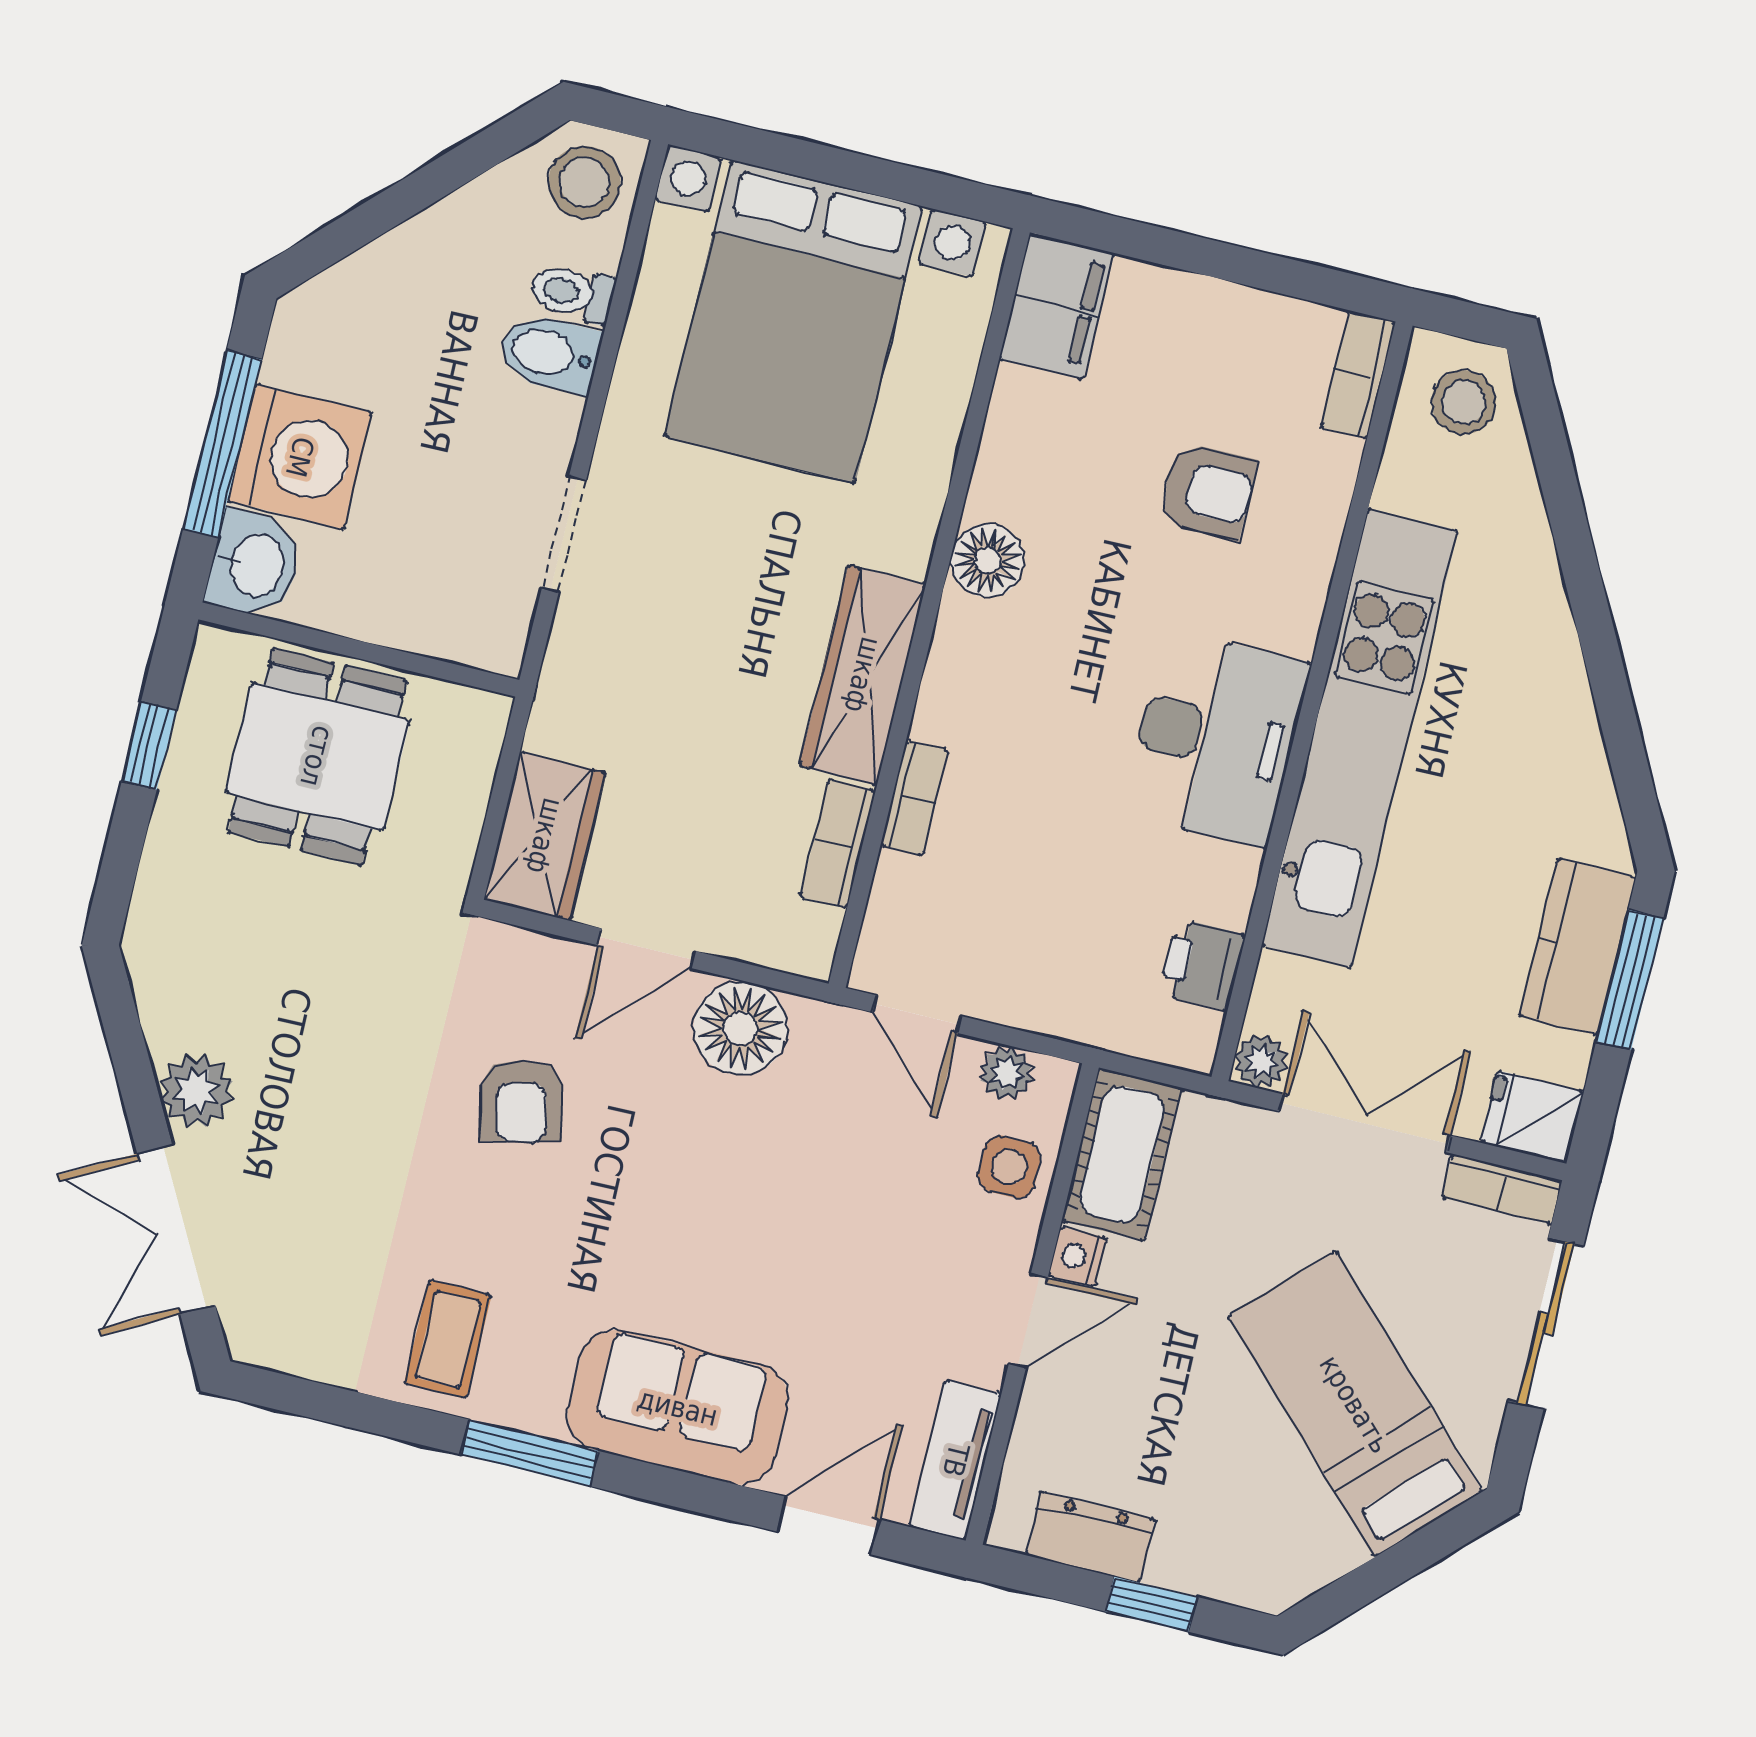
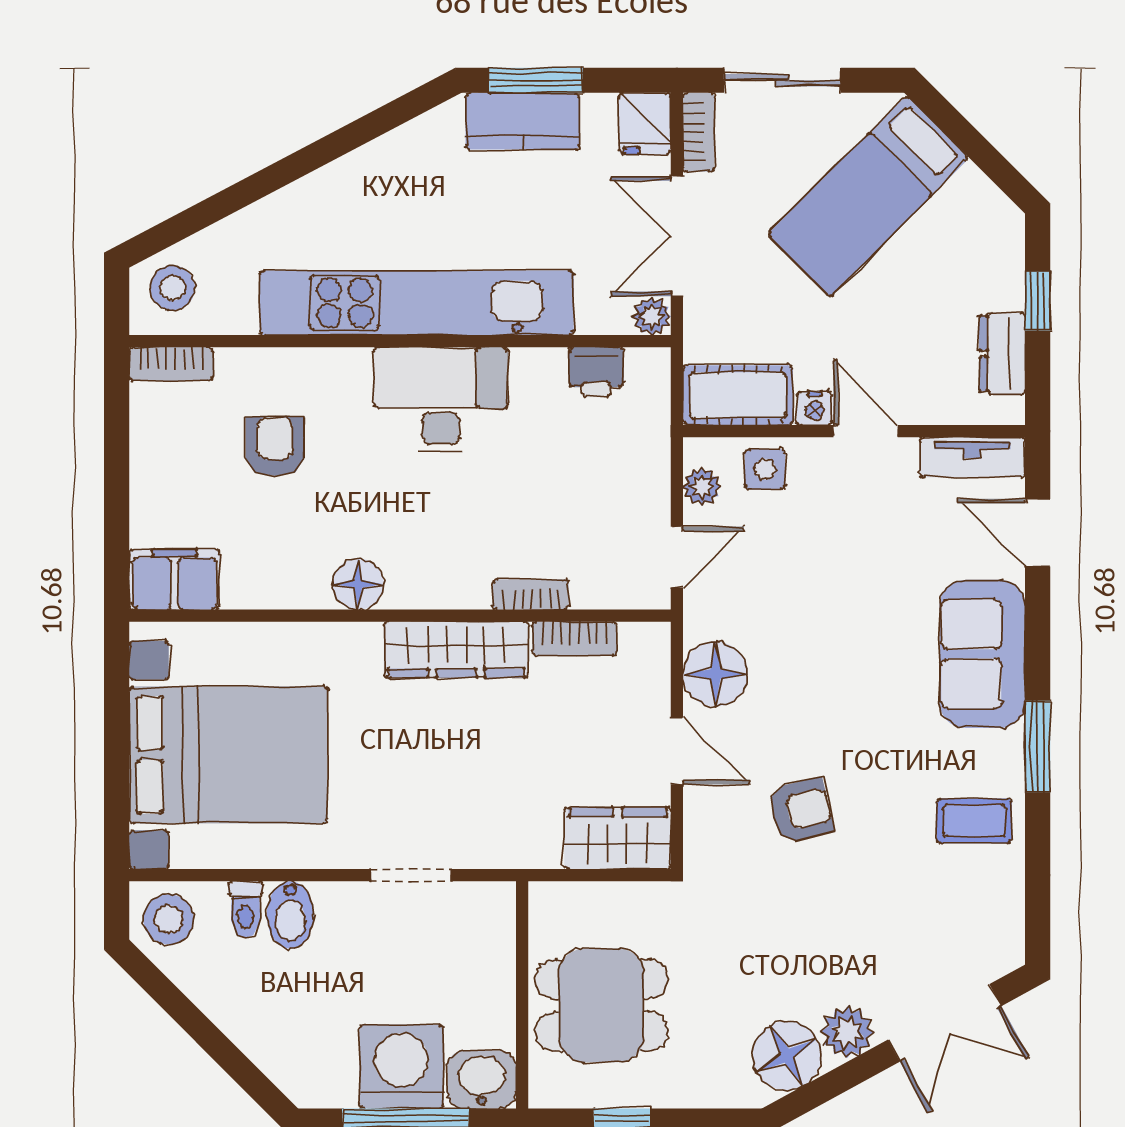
floor lamp: (184, 998) -> (787, 1056), added

